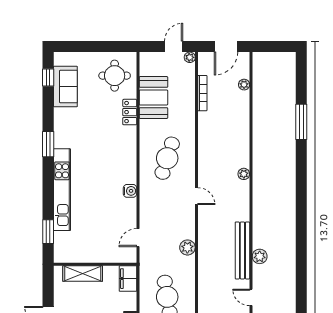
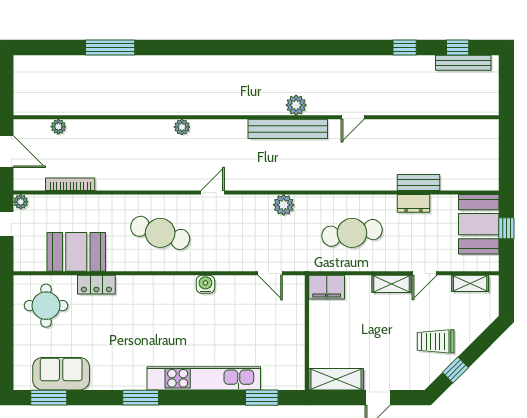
window: (48, 78) -> (49, 398), width x1.50
shelving: (83, 273) -> (336, 379), moved, turned 90

